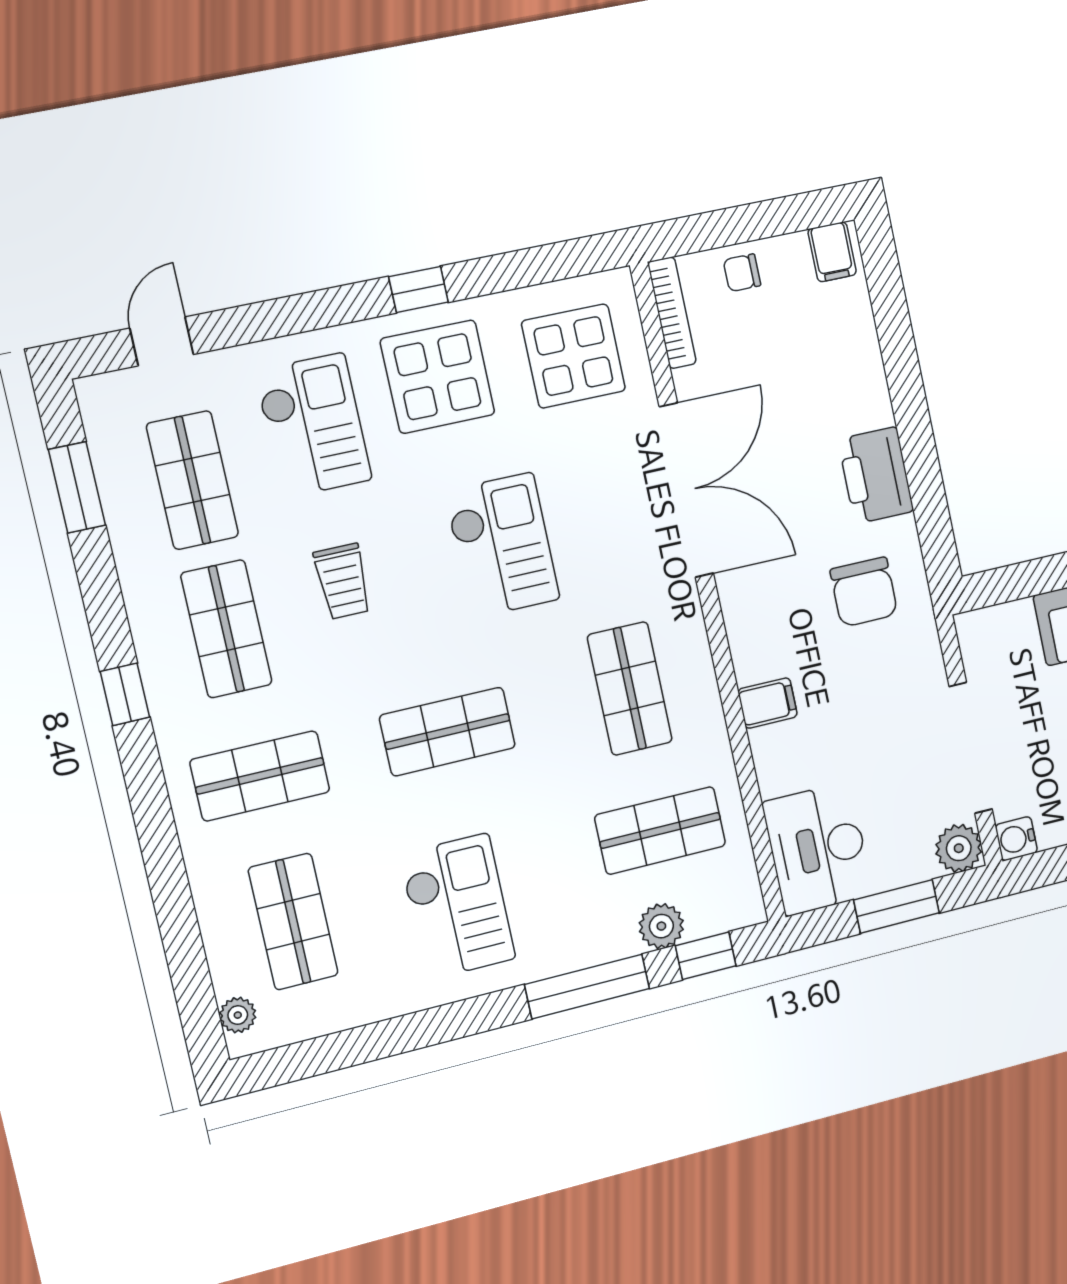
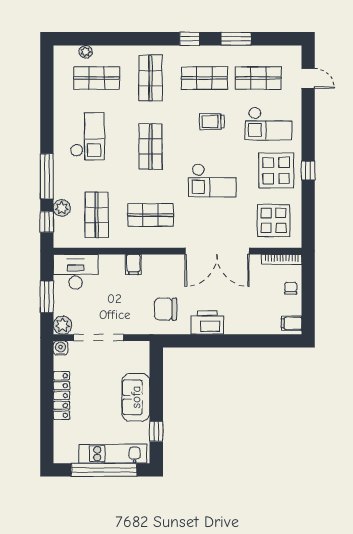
window: (77, 487) -> (236, 39), moved
checkout: (457, 907) -> (87, 136), turned -90
plant: (238, 1015) -> (86, 52), moved

